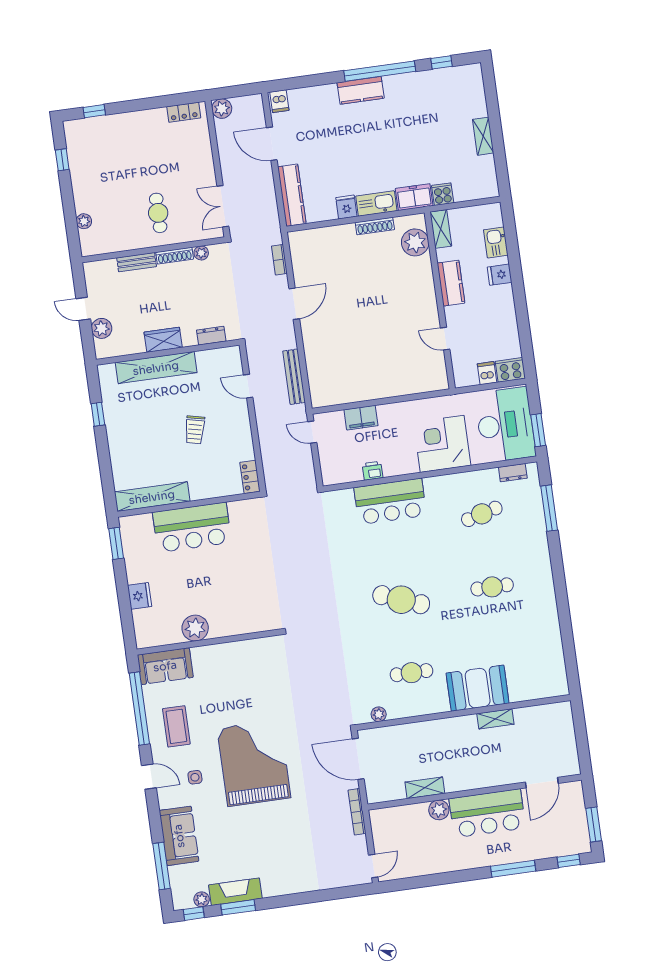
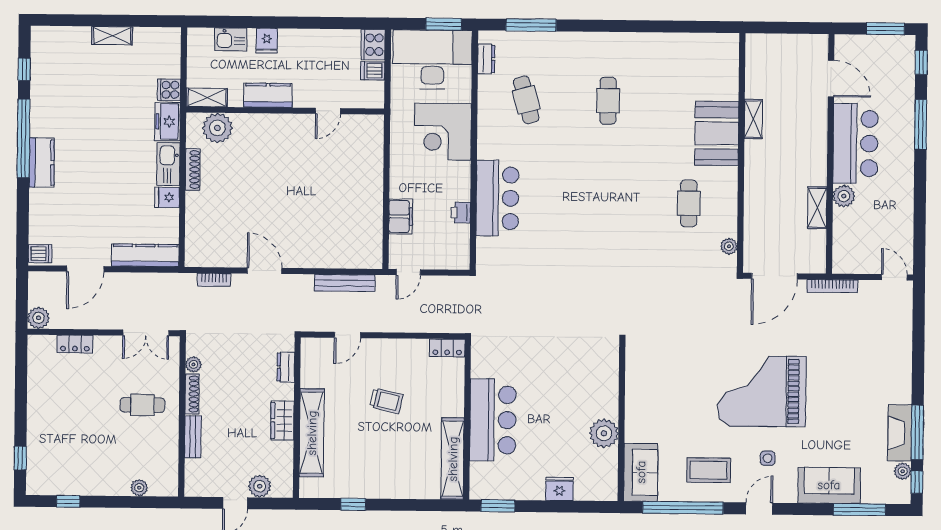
locker: (184, 112) -> (75, 344), moved, turned 90
cafe table: (401, 600) -> (607, 202), removed
window: (238, 907) -> (917, 432), width x1.44

